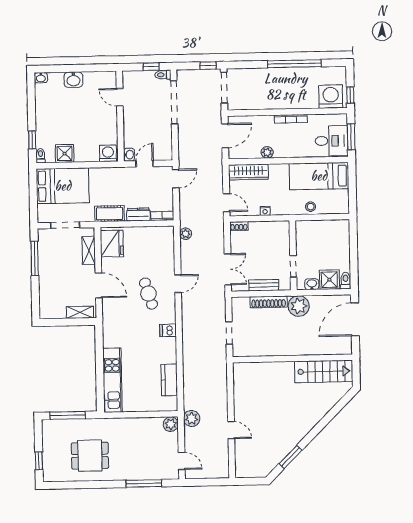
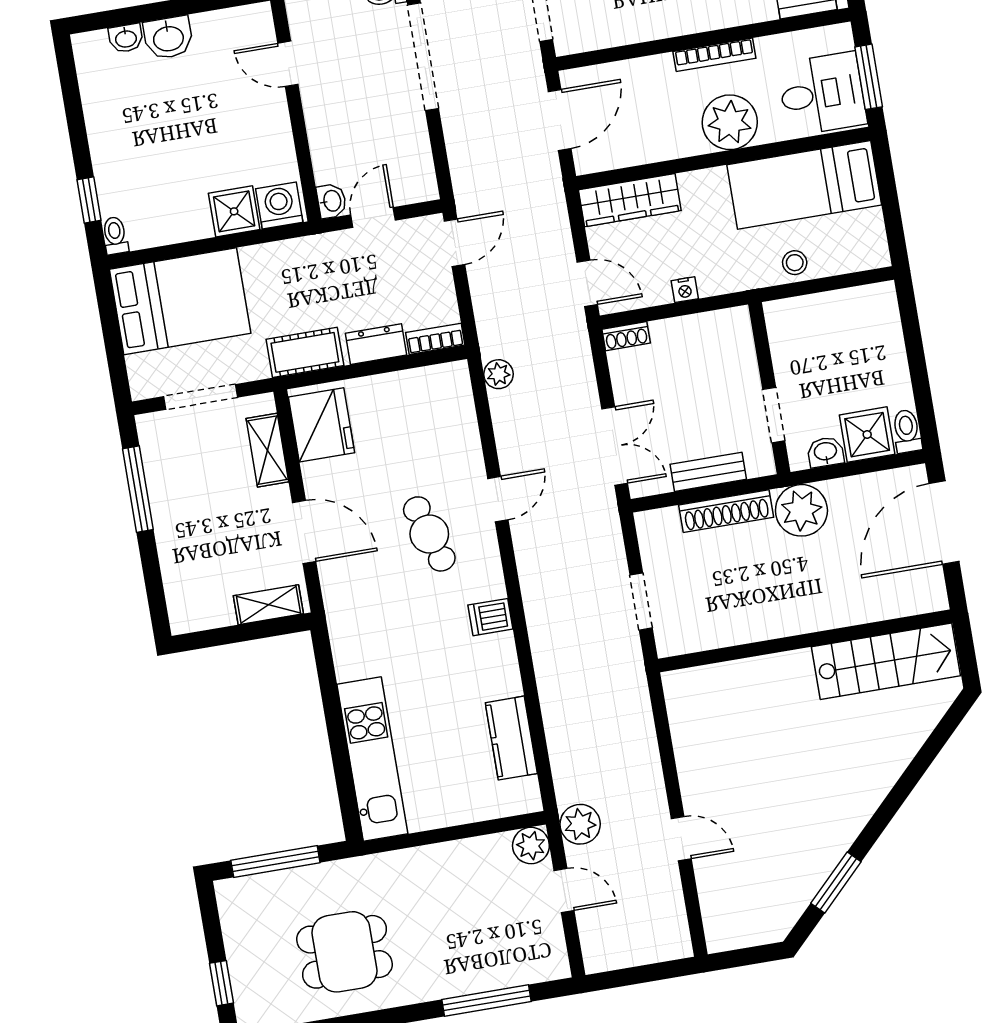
washbasin: (41, 78) -> (126, 38), moved
plant: (267, 152) -> (730, 122), moved, width x1.88, depth x1.88
shower: (65, 154) -> (234, 211), moved
door: (182, 461) -> (564, 890), moved

